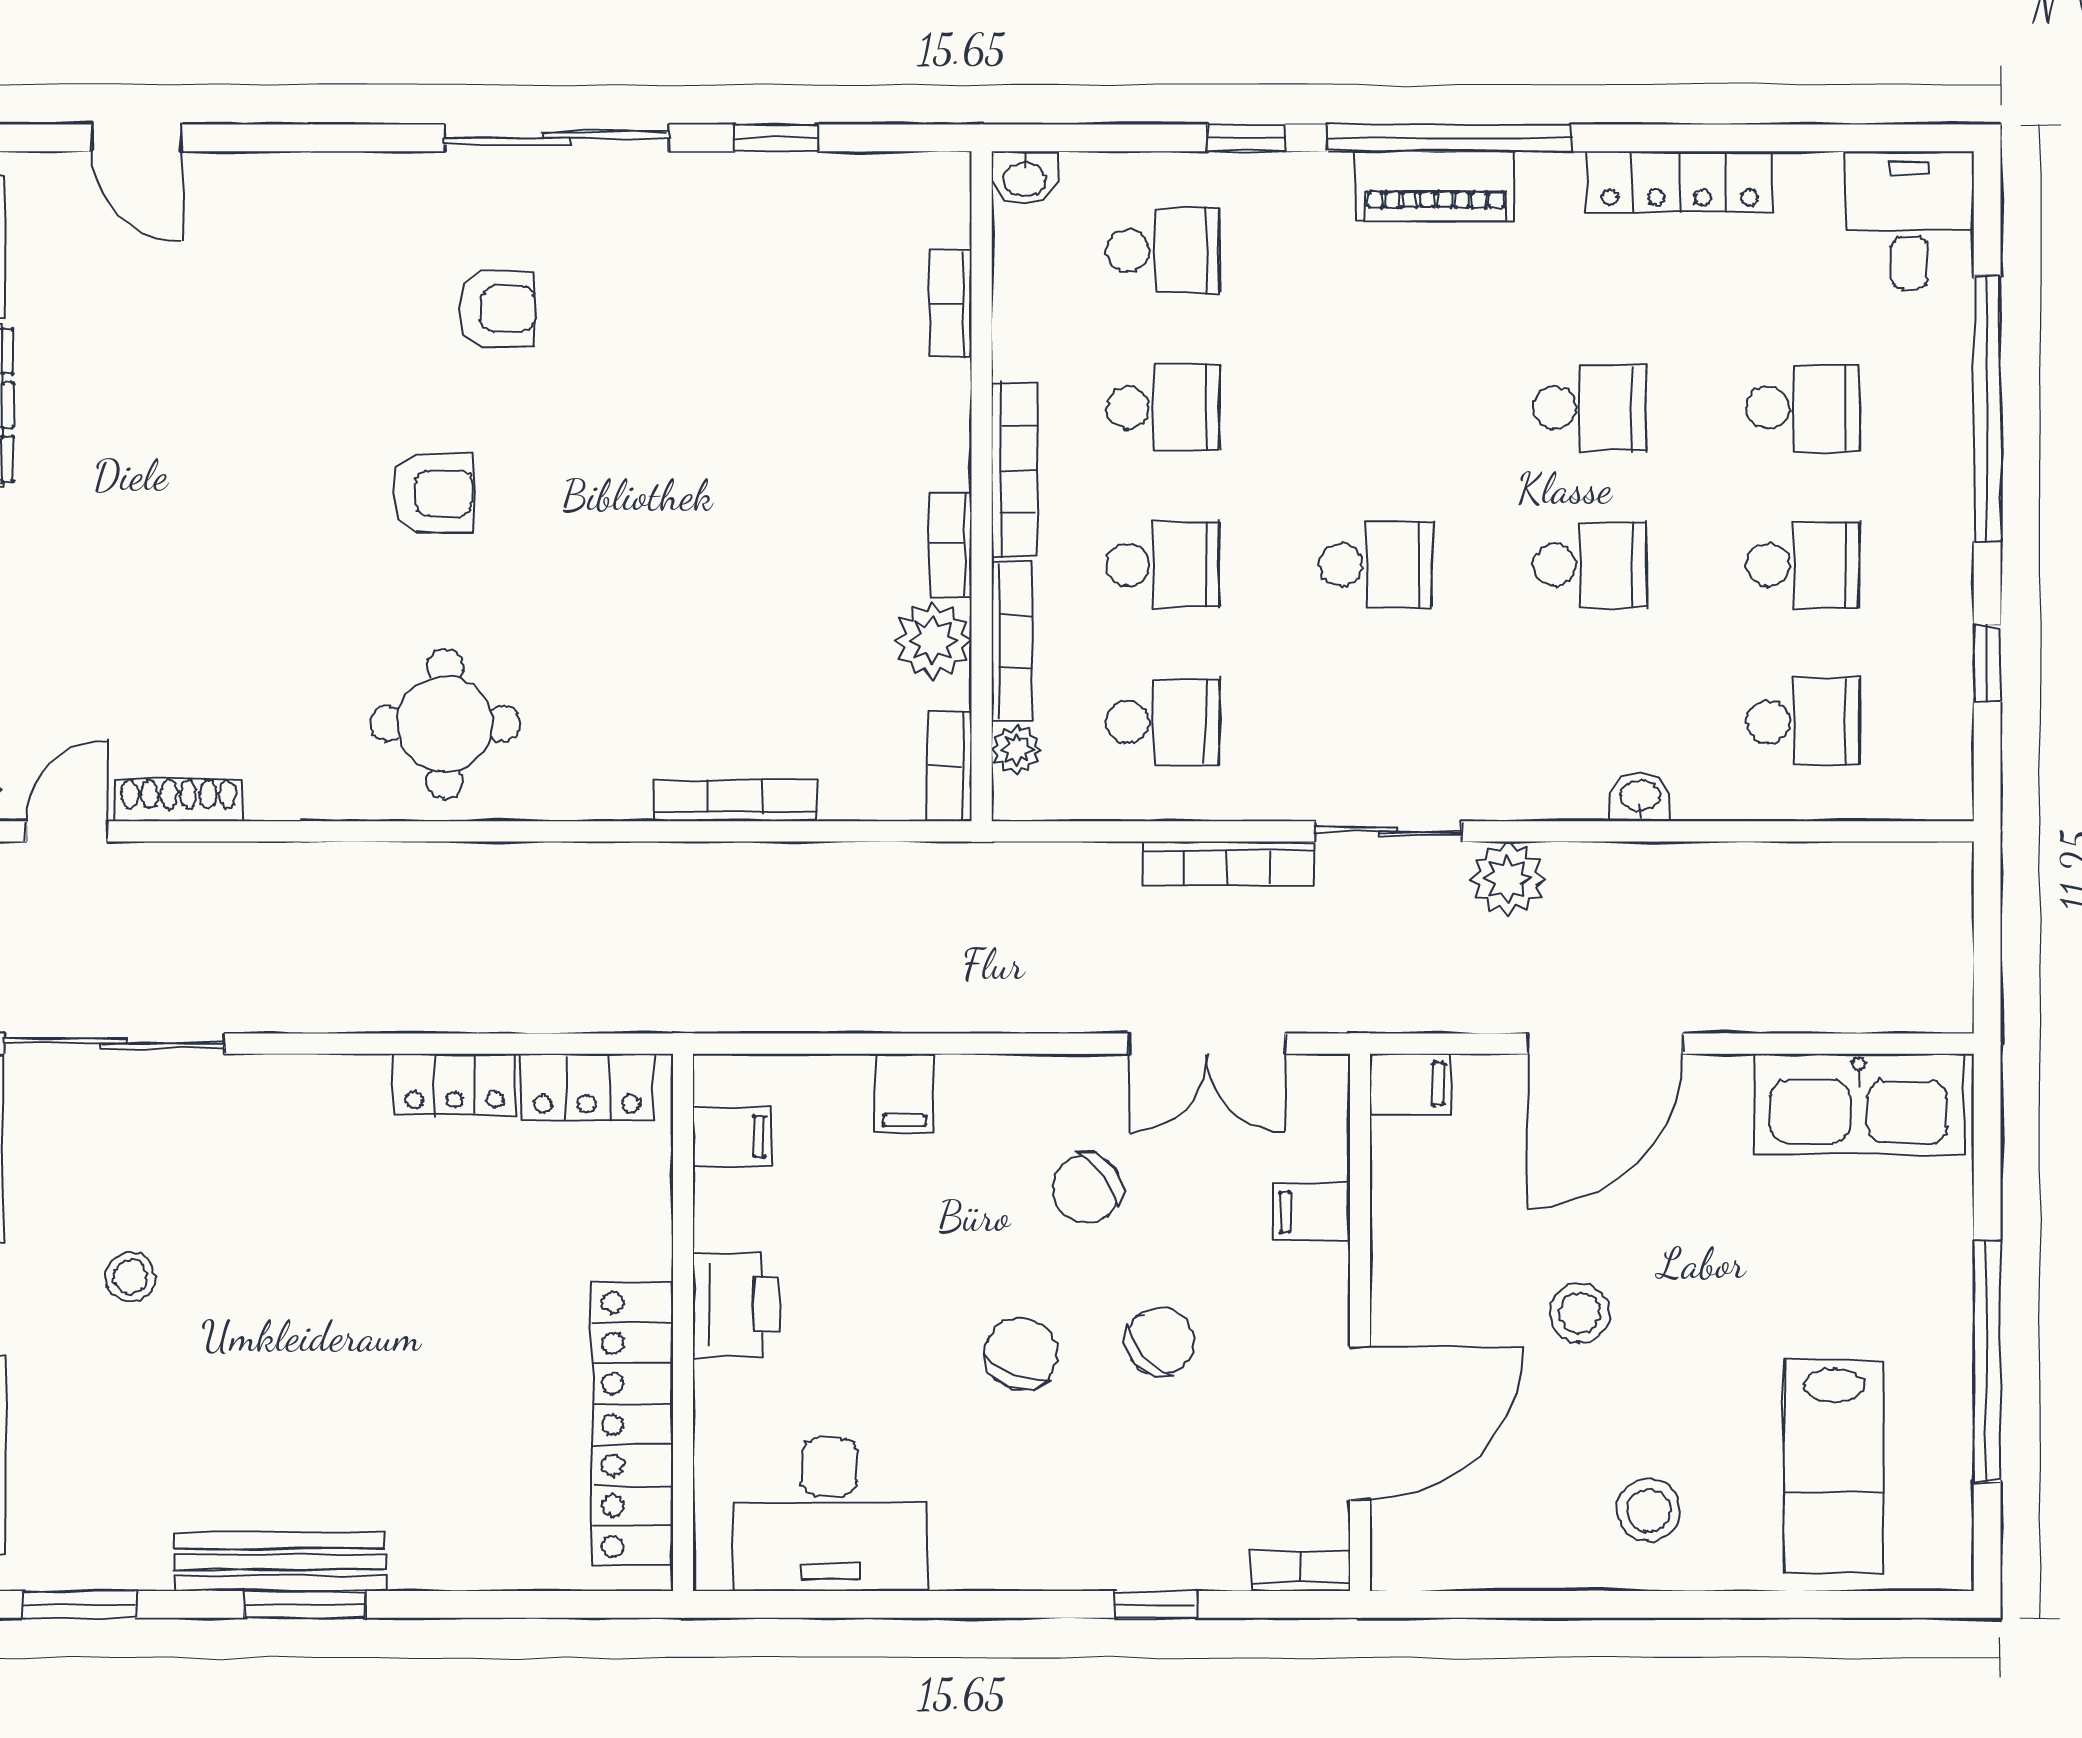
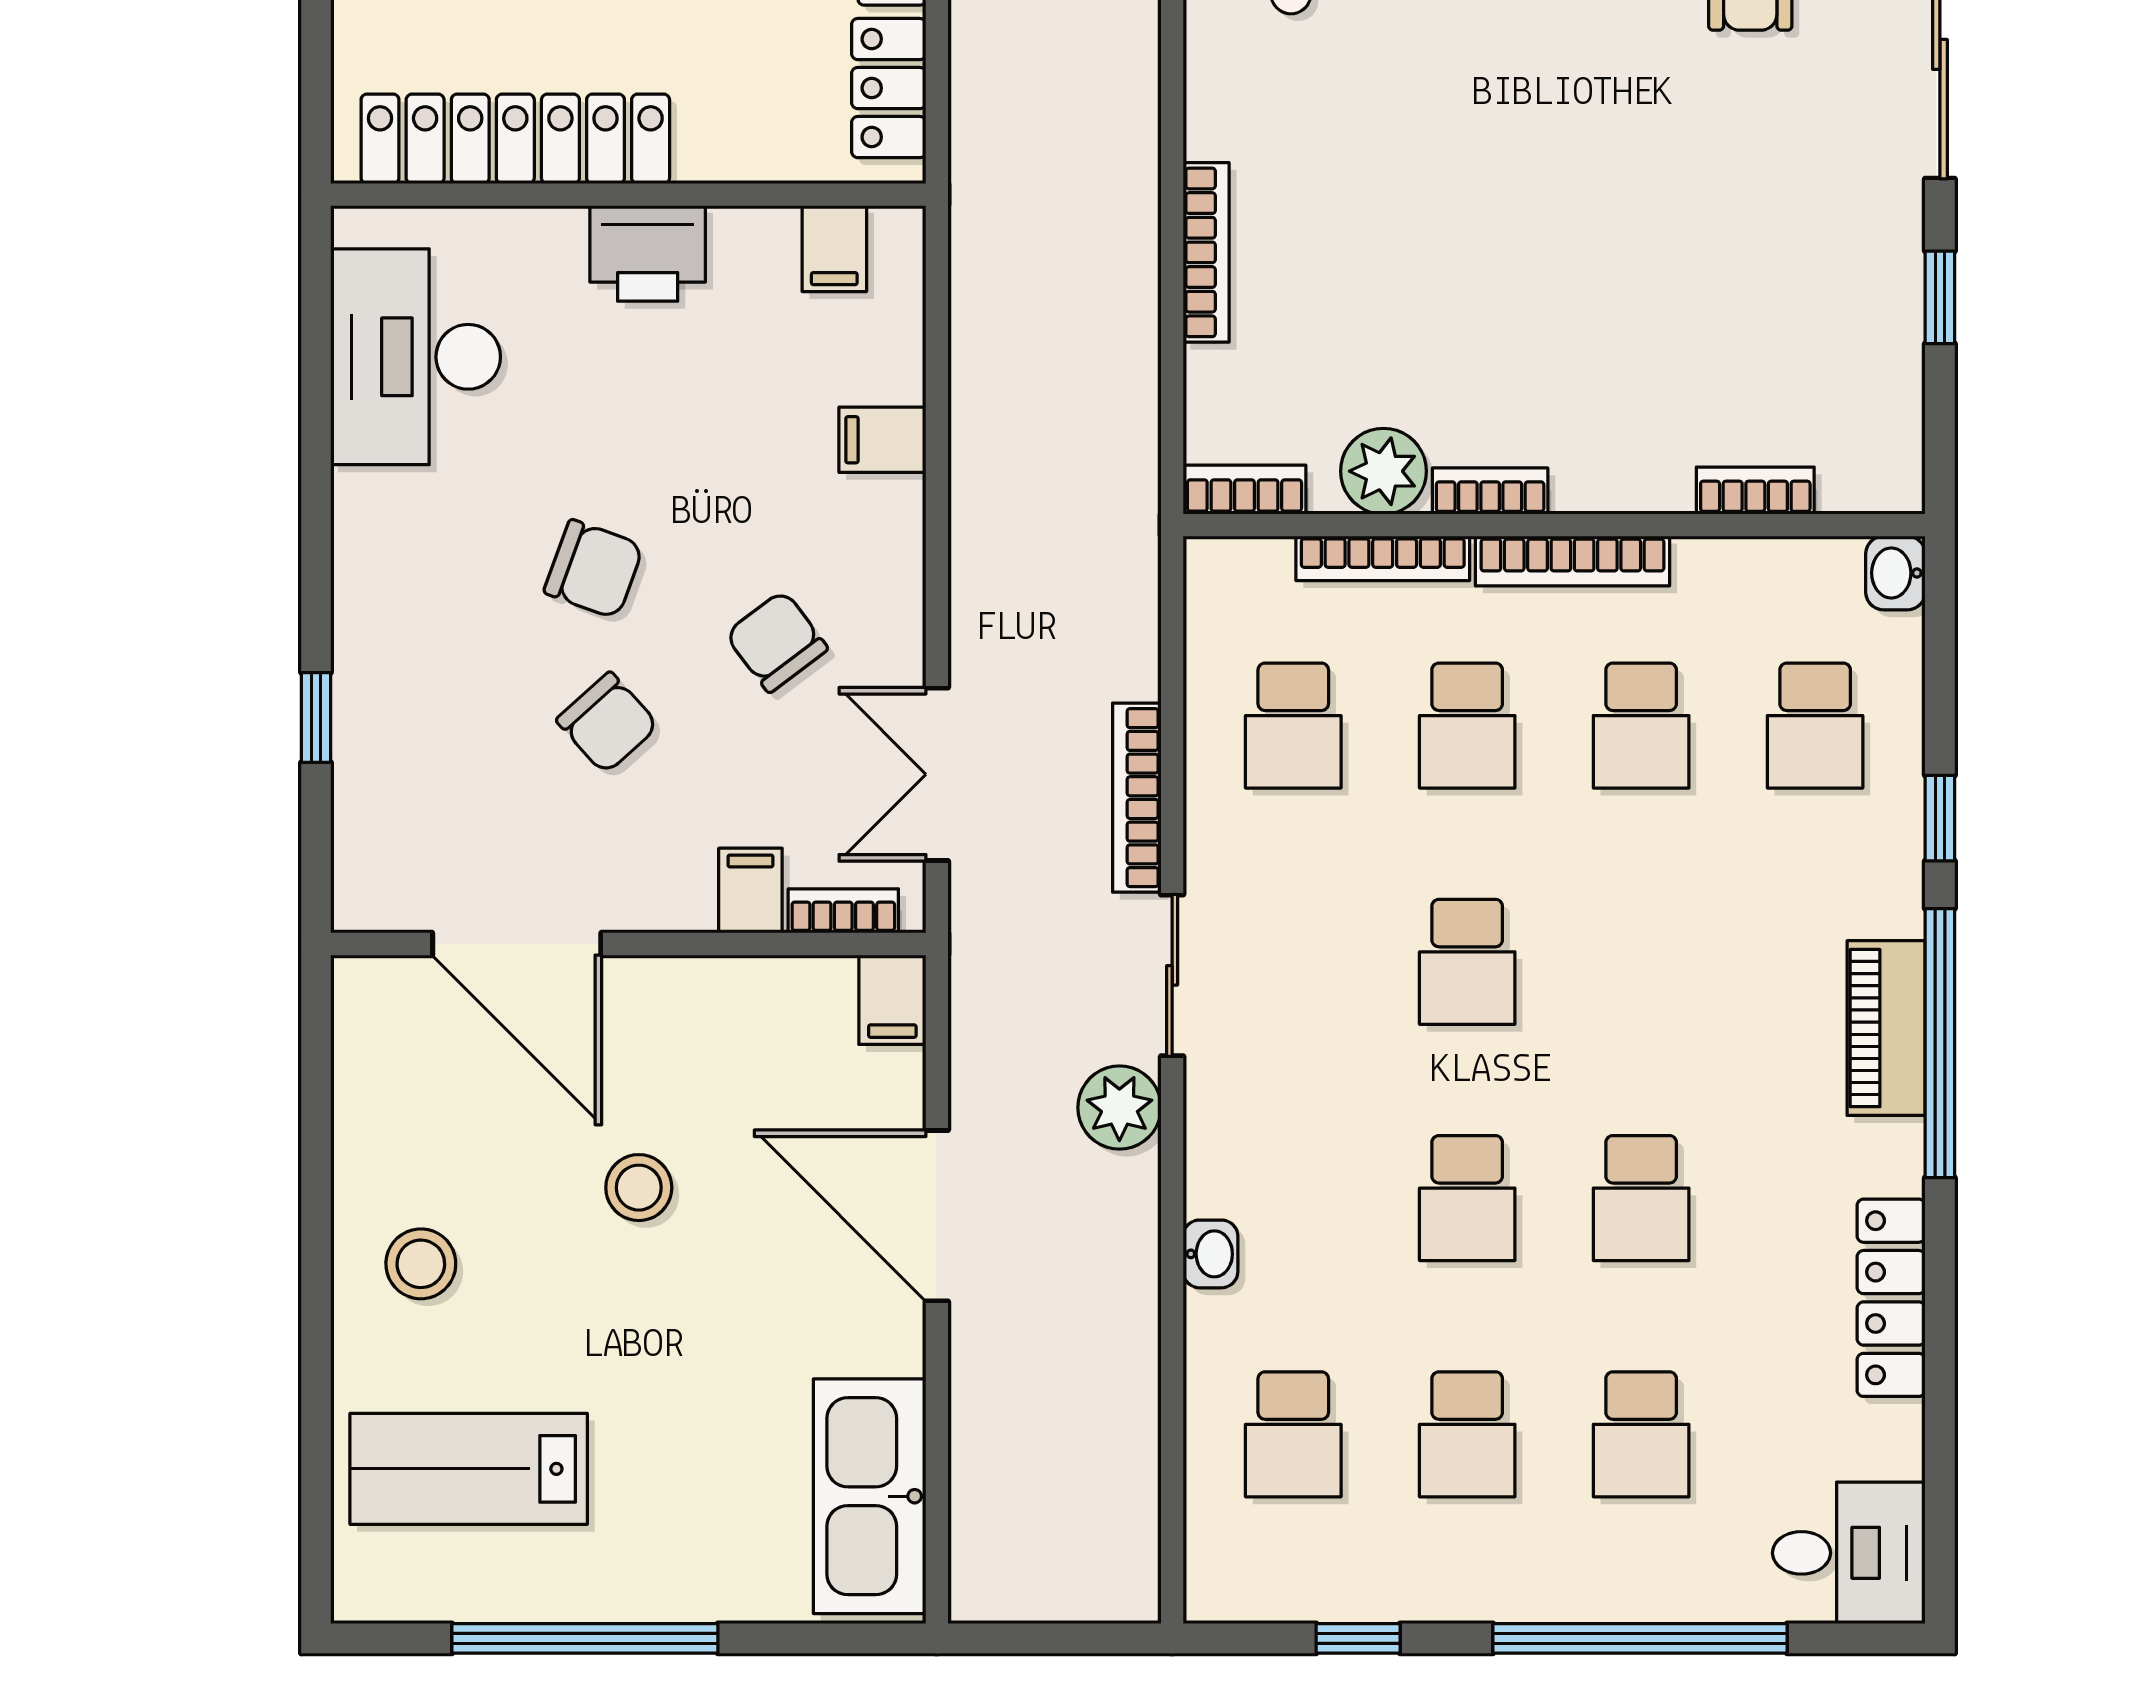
plant: (1016, 750) -> (1263, 564), removed
bookcase: (1300, 1571) -> (843, 911), moved, turned -90

